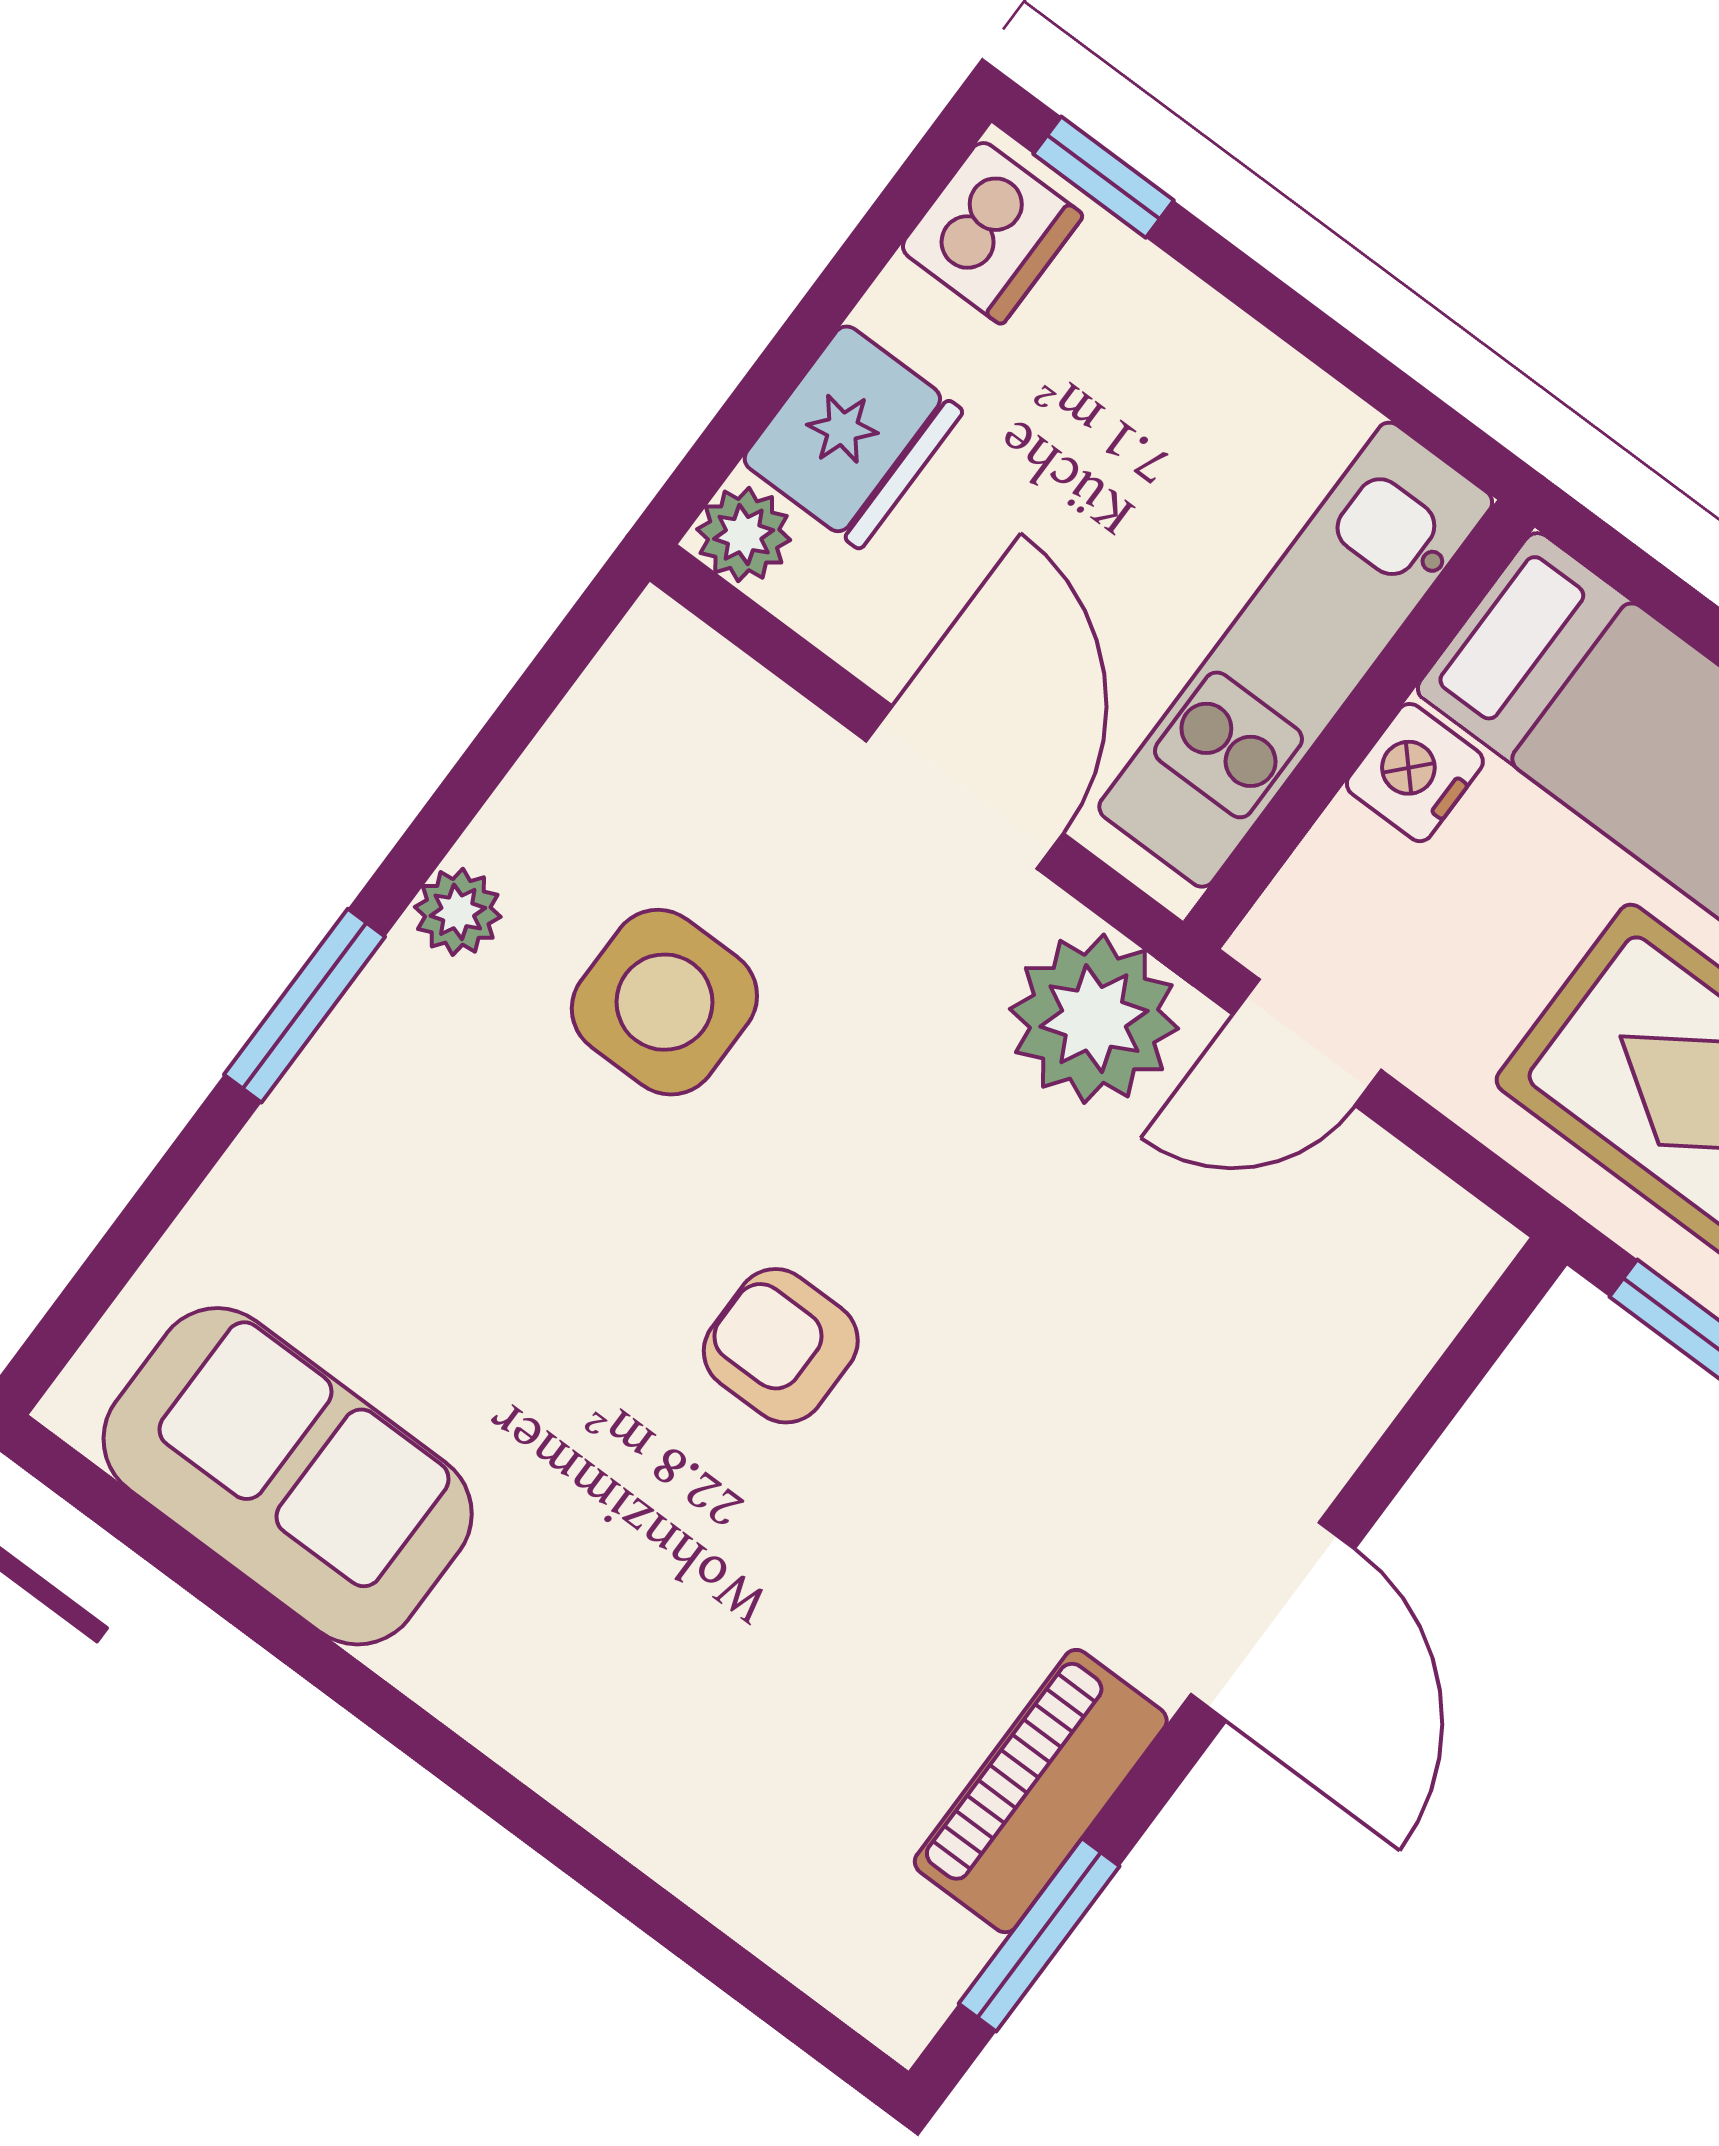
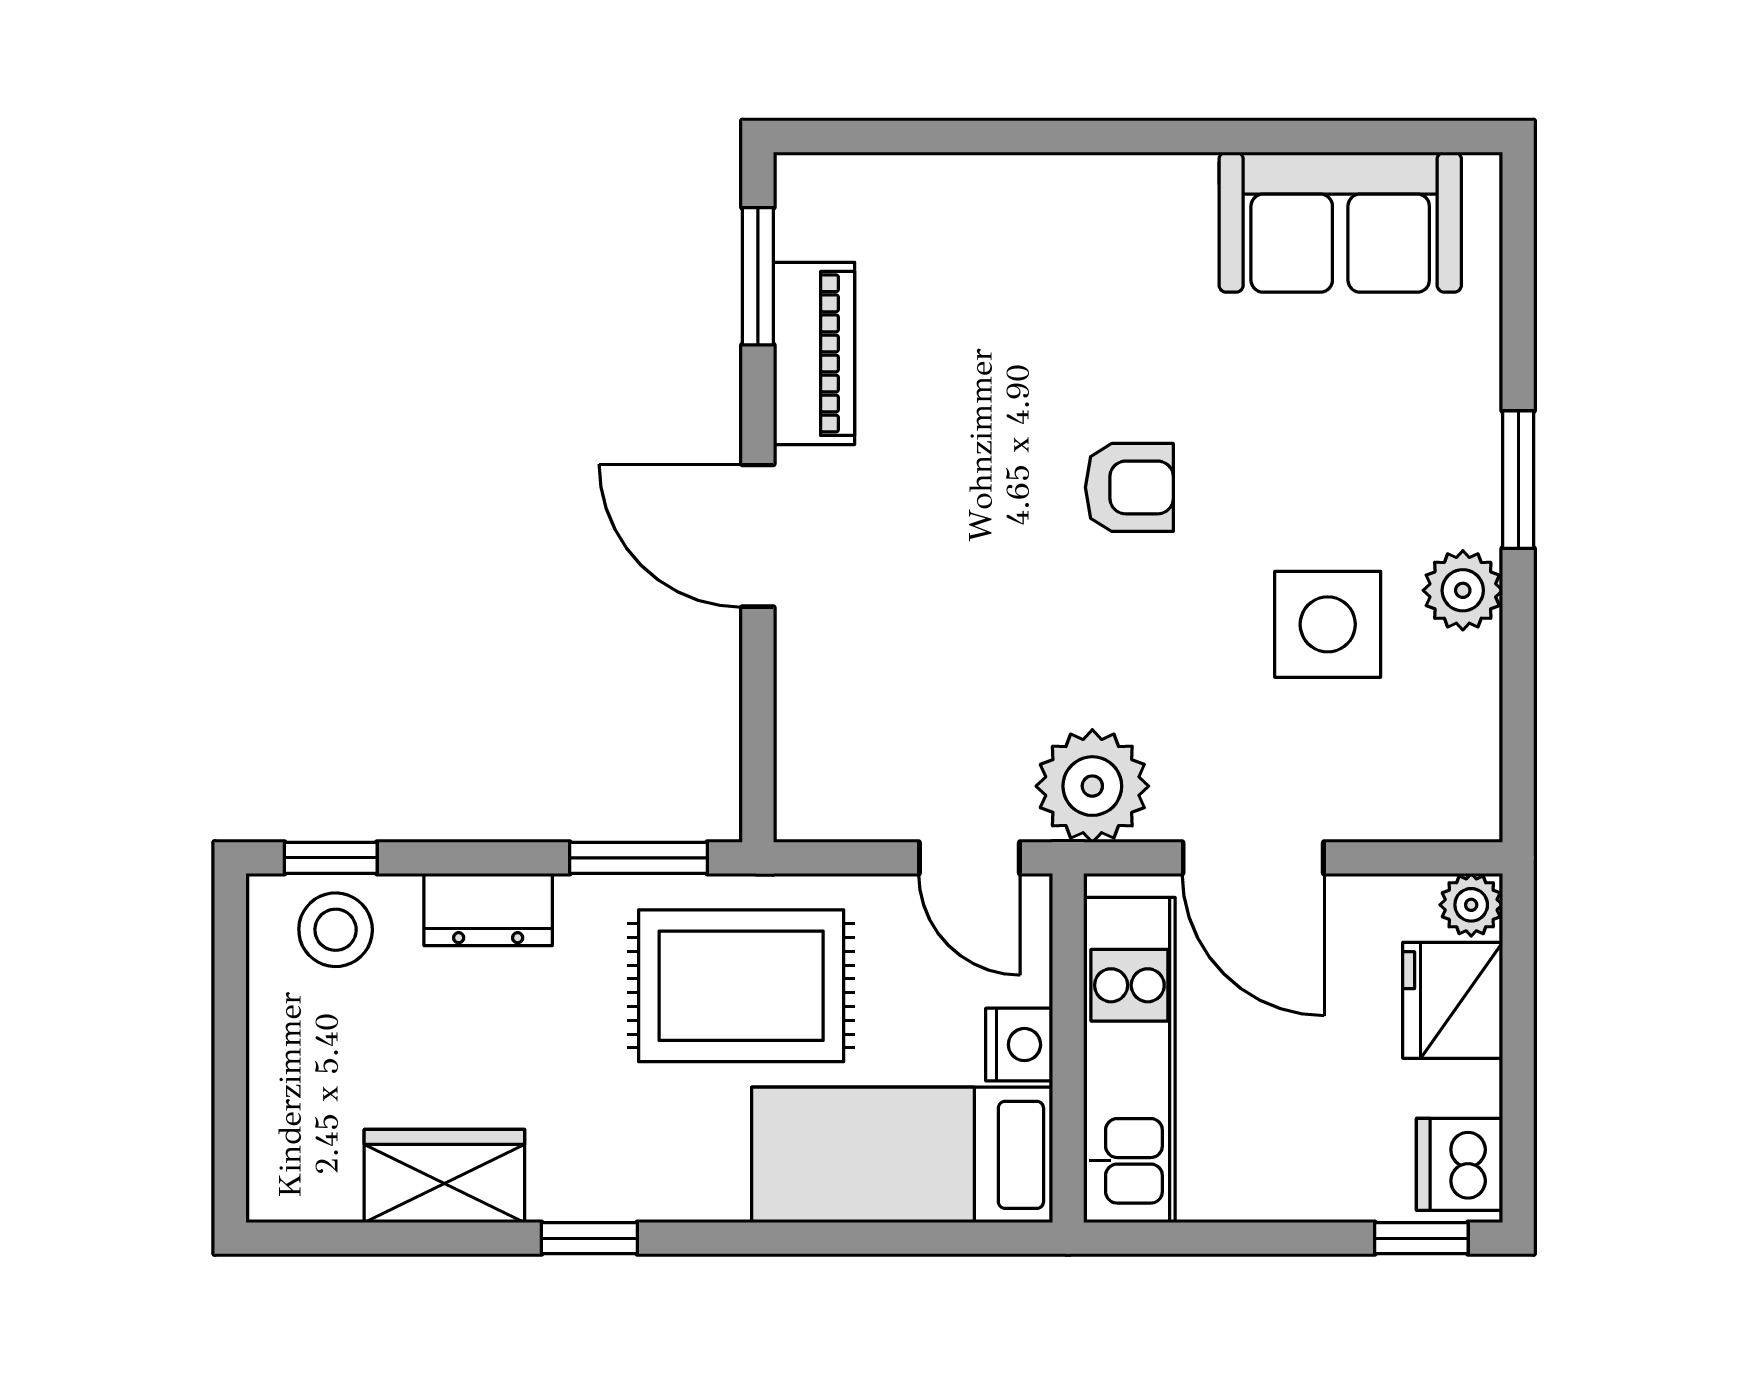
plant: (458, 912) -> (1463, 590), width x1.38, depth x1.38
door: (1307, 1043) -> (969, 858), swing flipped

